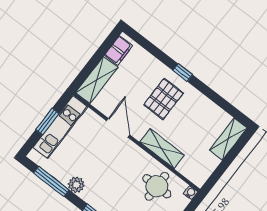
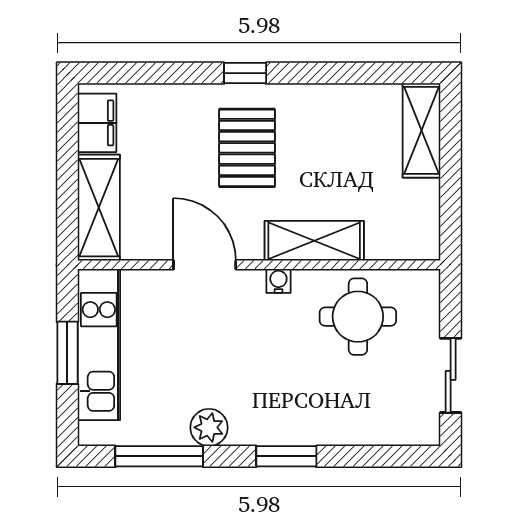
water cooler: (191, 193) -> (278, 281), moved

